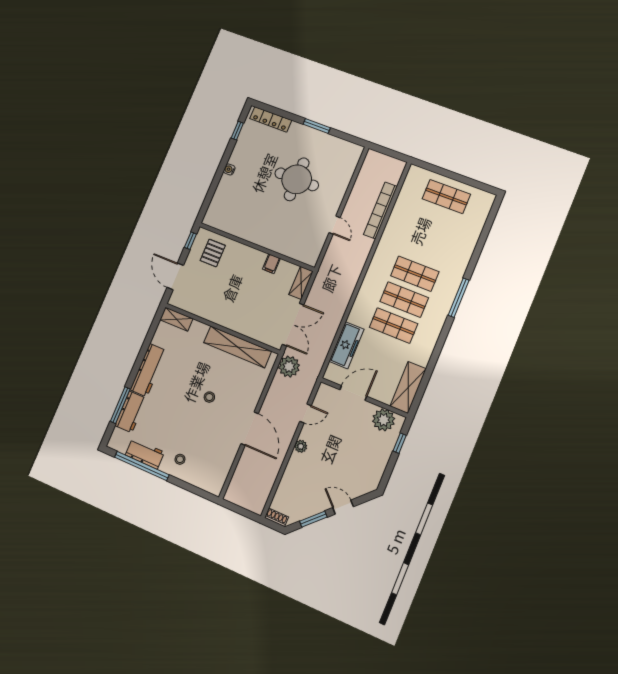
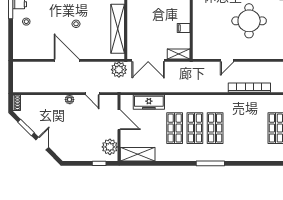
door: (250, 429) -> (67, 60), swing flipped

